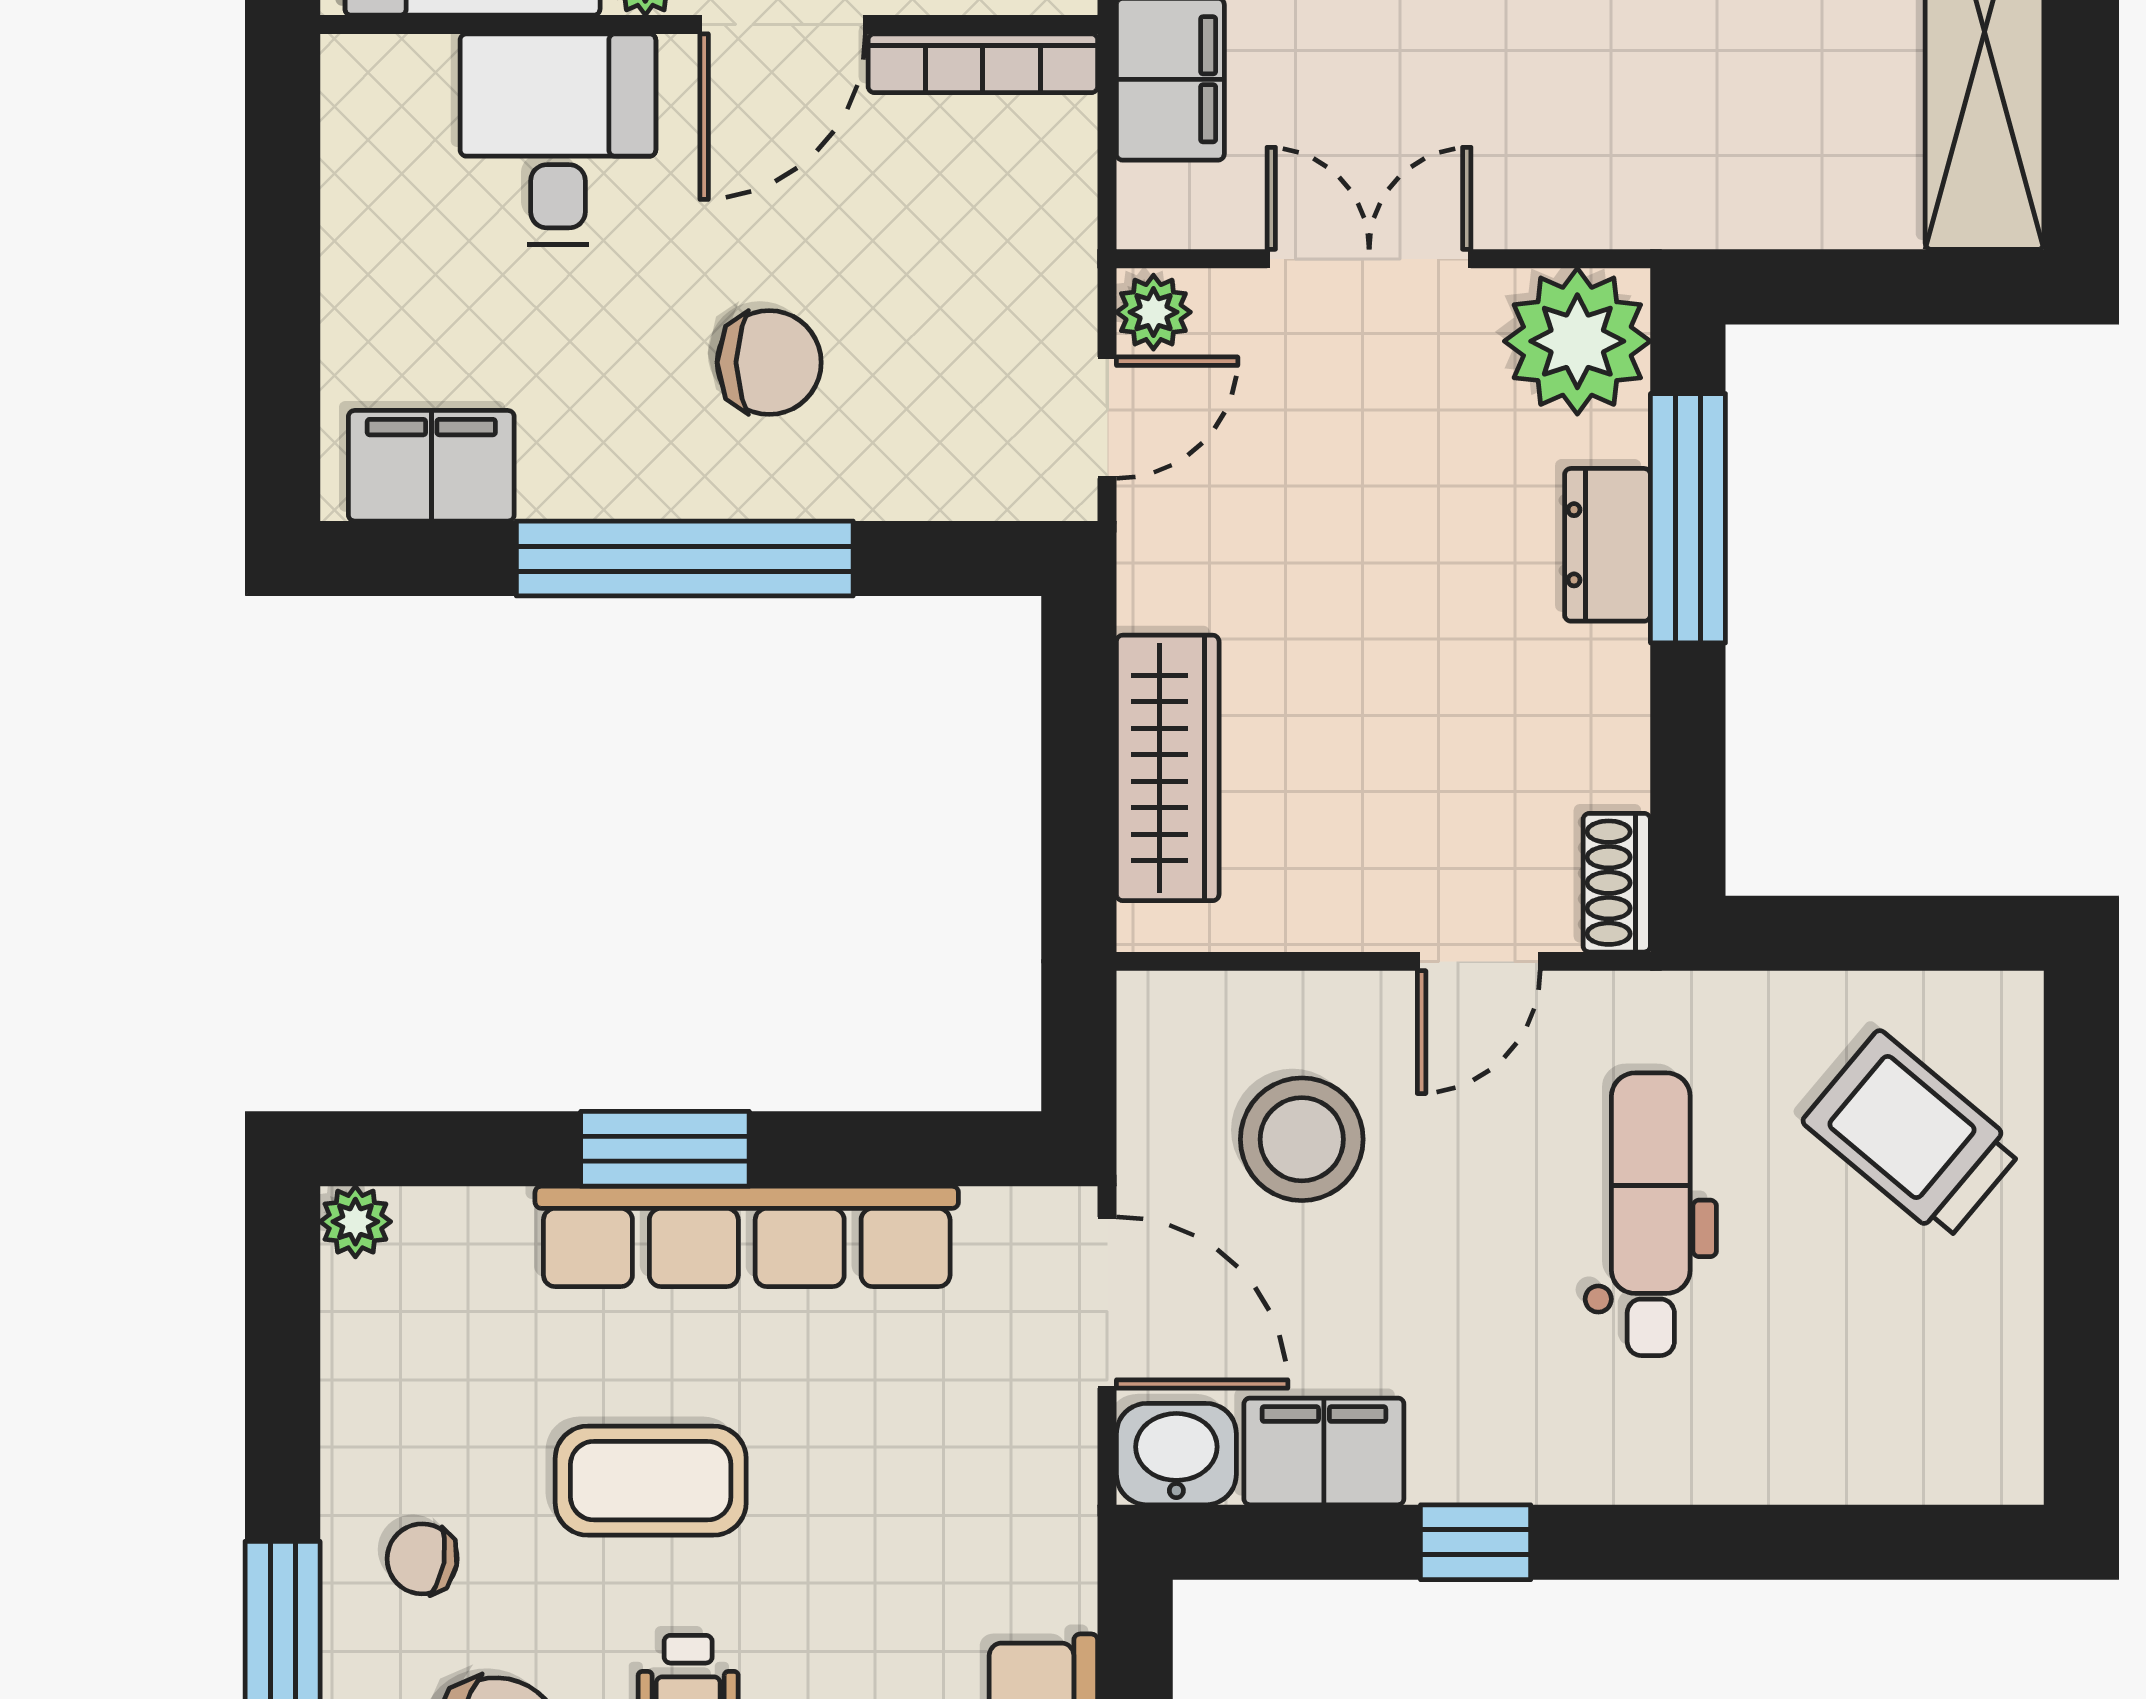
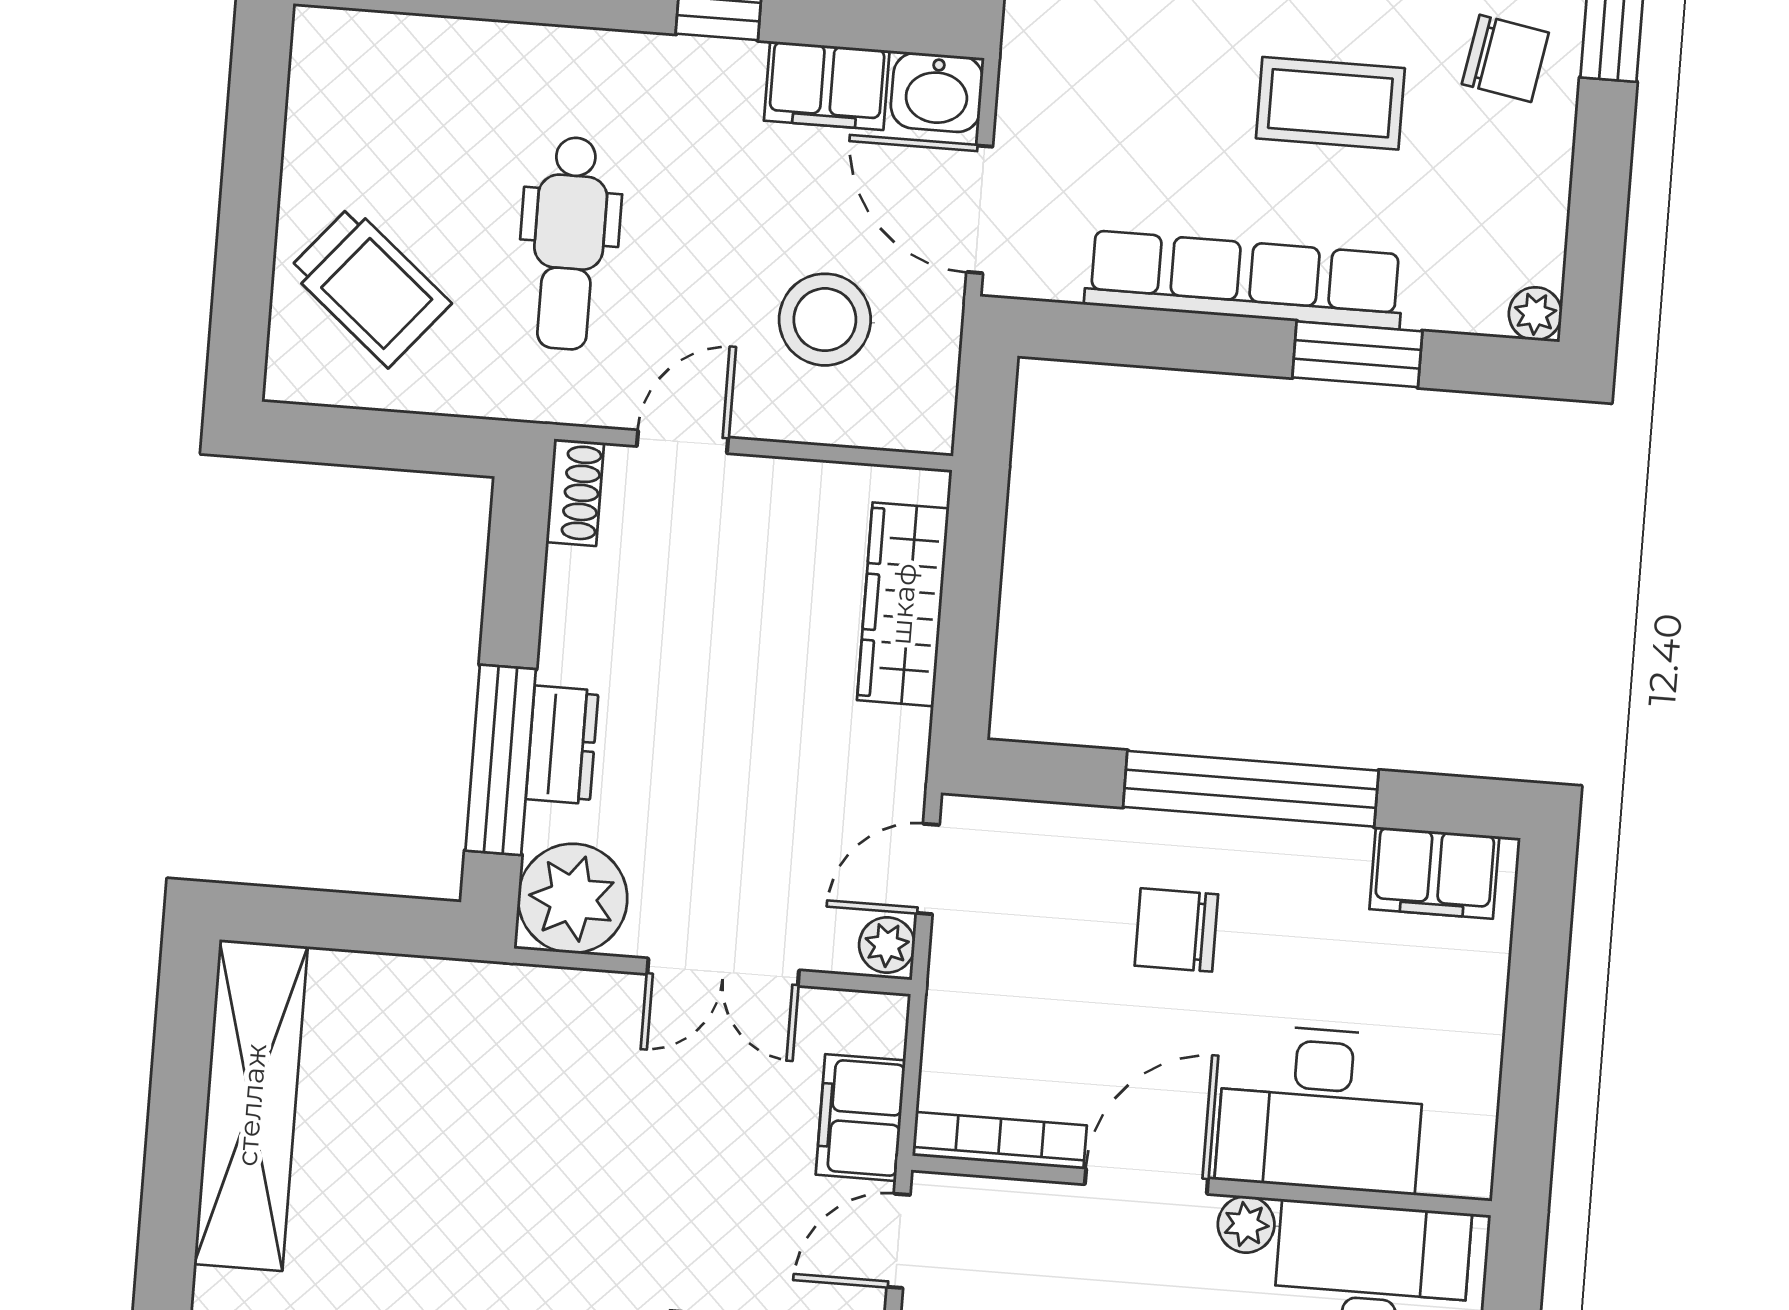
desk: (558, 139) -> (1321, 1109), width x1.37
window: (665, 1149) -> (1357, 354), moved
chair: (422, 1559) -> (1505, 58), width x1.37, depth x1.37

